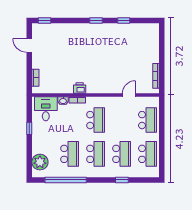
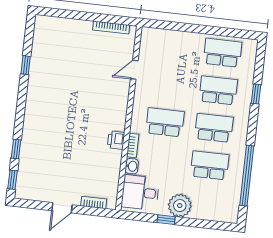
window: (96, 20) -> (16, 149), moved
door: (29, 45) -> (62, 208), moved
door: (129, 95) -> (134, 70), hinge flipped
school desk: (147, 120) -> (174, 47), removed
plant: (40, 162) -> (180, 206), moved

